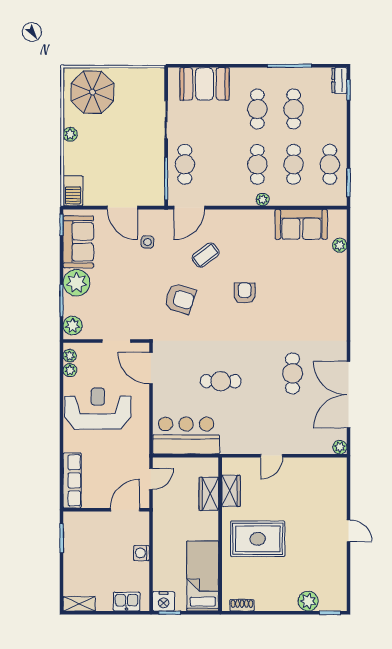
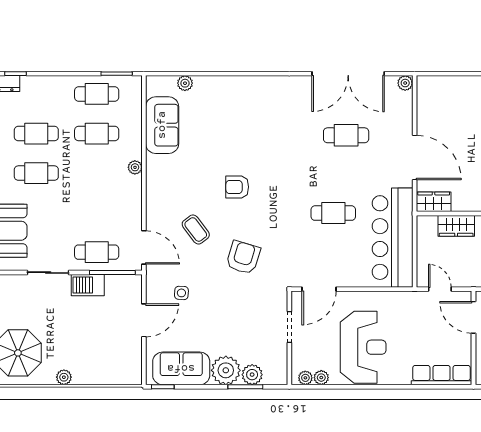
cafe table: (257, 164) -> (97, 173), removed
barbecue: (73, 191) -> (88, 285), moved, turned 180
plant: (73, 326) -> (252, 375), moved
cafe table: (293, 373) -> (346, 135), moved
cafe table: (221, 381) -> (333, 213), turned 90
reception desk: (98, 409) -> (363, 347), turned 180
bar counter: (186, 435) -> (393, 238), width x1.36
door: (272, 456) -> (415, 158), width x1.87
wardrobe: (231, 491) -> (434, 202), moved

